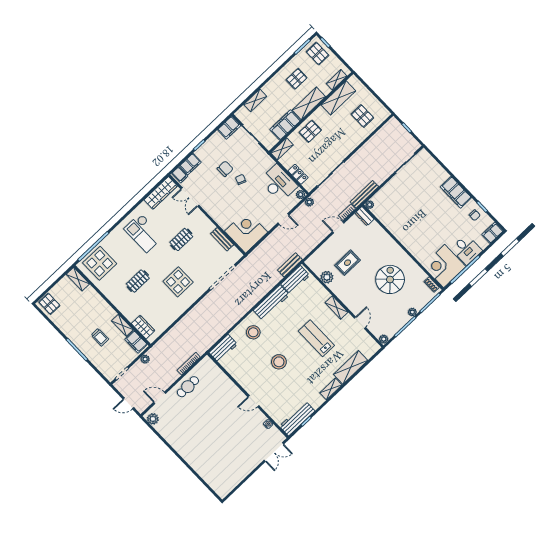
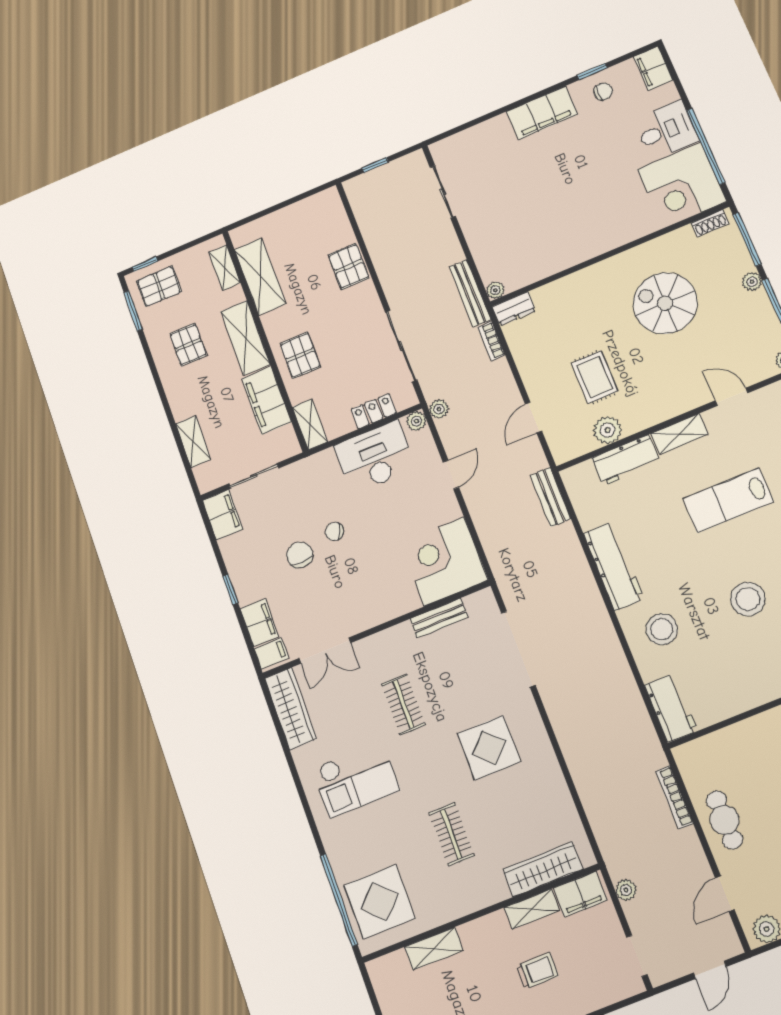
pallet: (362, 116) -> (349, 266), moved, turned 90
door: (338, 227) -> (534, 418), moved
shelving: (78, 279) -> (434, 949), moved
workbench: (295, 280) -> (626, 460), moved, turned 90
wardrobe: (143, 327) -> (543, 869), width x1.50

